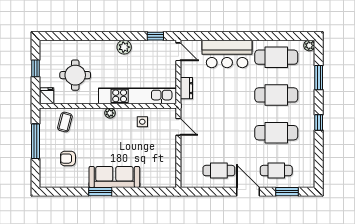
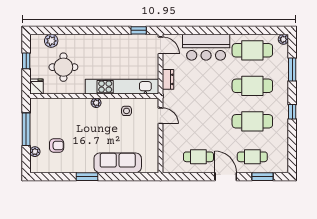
plant: (124, 47) -> (51, 41), moved
coffee table: (65, 122) -> (54, 111), removed
armchair: (68, 159) -> (57, 146), turned 180
plant: (45, 165) -> (35, 152), added
sofa: (114, 177) -> (118, 163), moved

